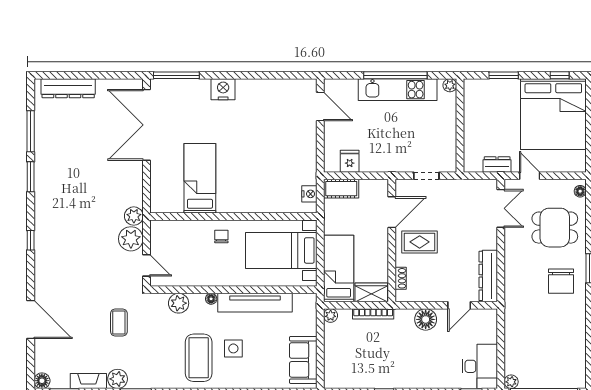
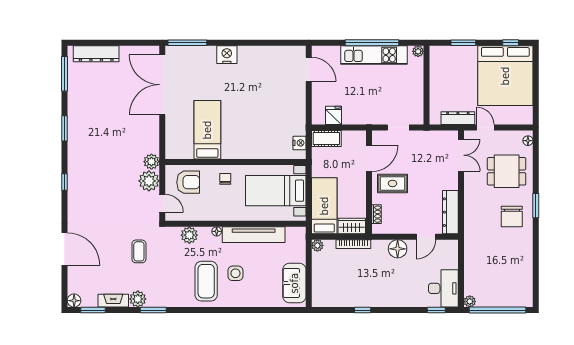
window: (31, 131) -> (64, 74), moved
dresser: (497, 165) -> (458, 118), width x1.44
armchair: (177, 240) -> (188, 182), added

